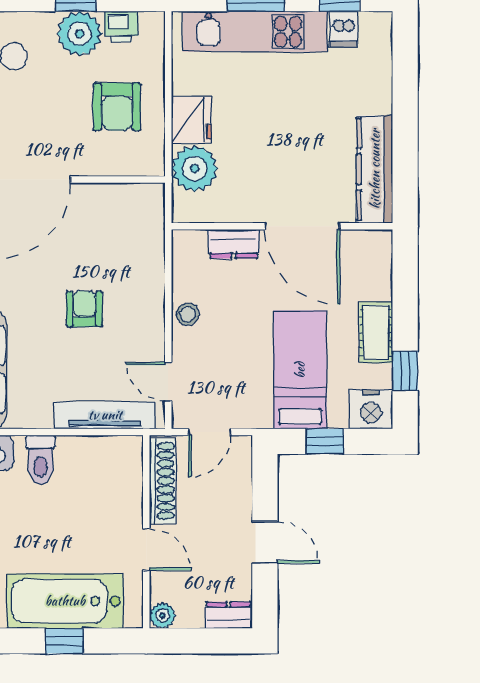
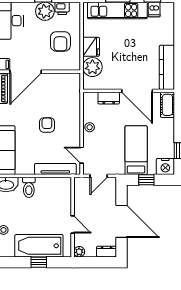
cot: (376, 332) -> (167, 105), moved
shoe rack: (163, 481) -> (79, 196), removed
door: (265, 542) -> (122, 221), width x1.87

